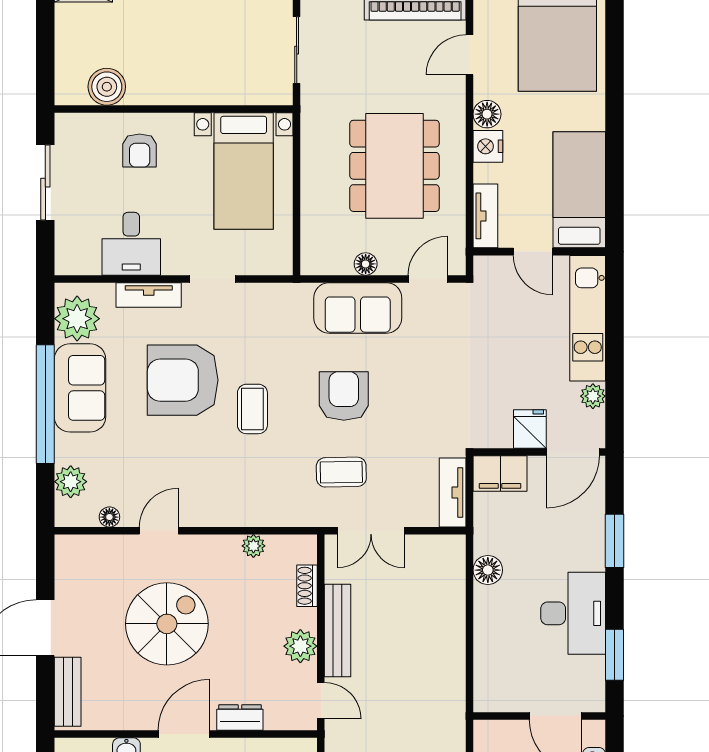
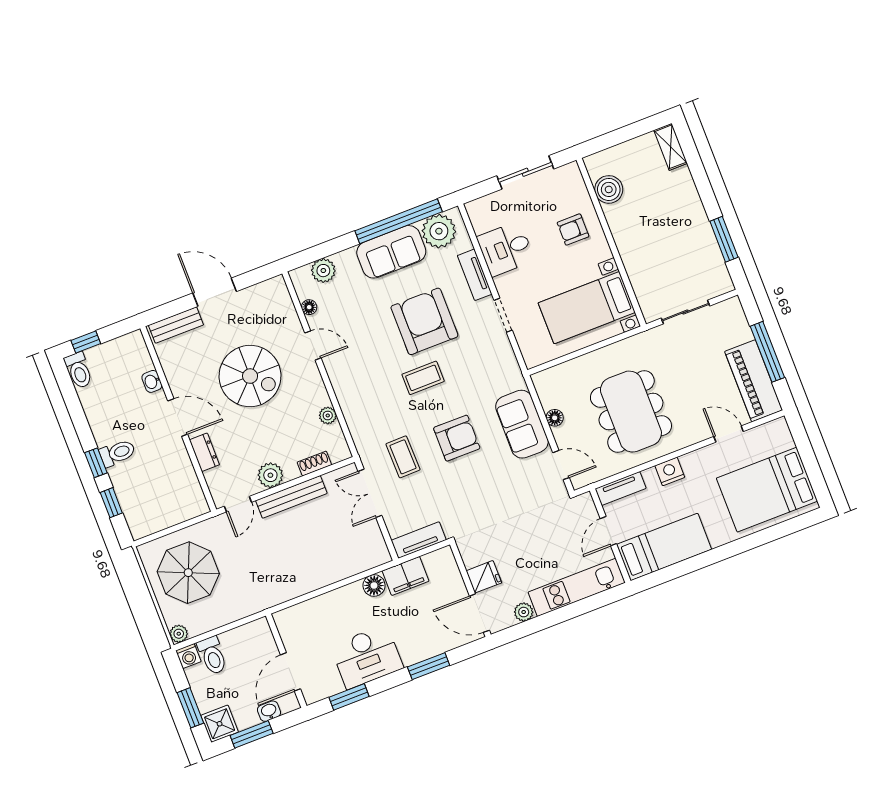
floor lamp: (487, 114) -> (692, 462), removed
dining table: (395, 166) -> (631, 412), turned 90
window: (45, 404) -> (399, 221), moved
filing cabinet: (500, 473) -> (406, 576), moved, turned -90

